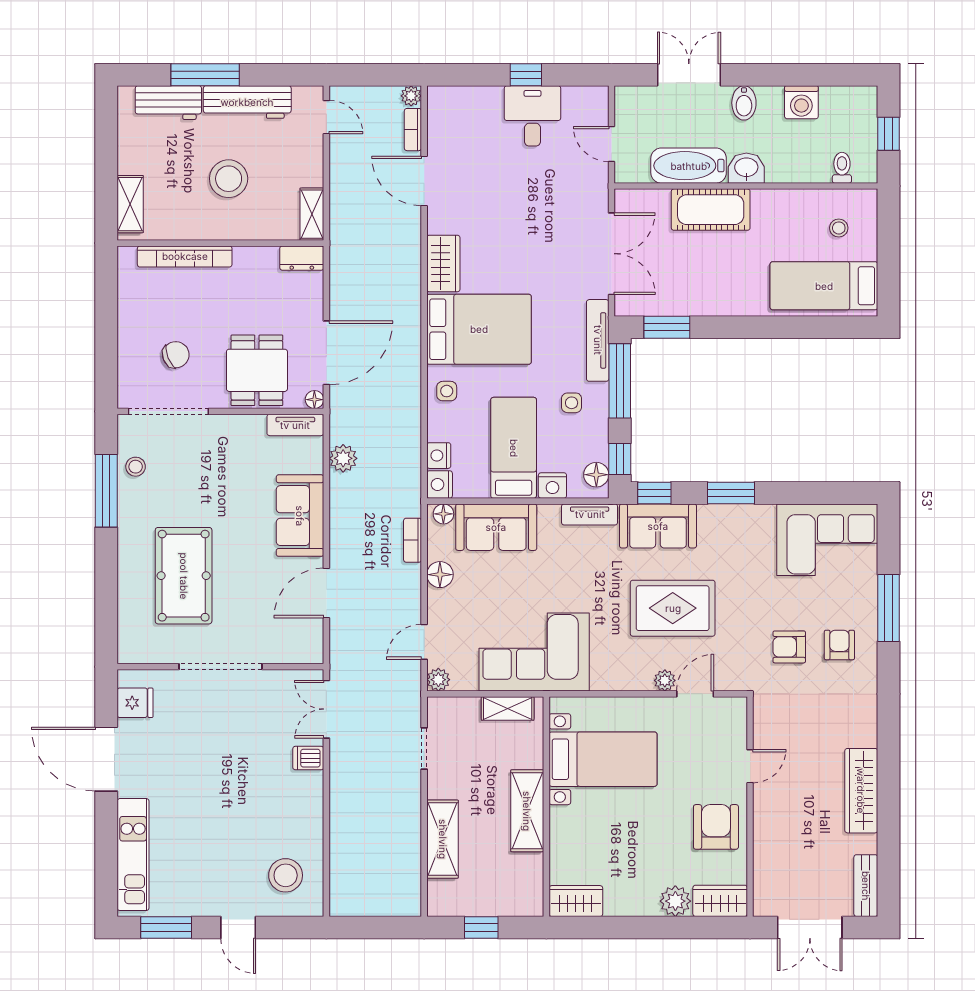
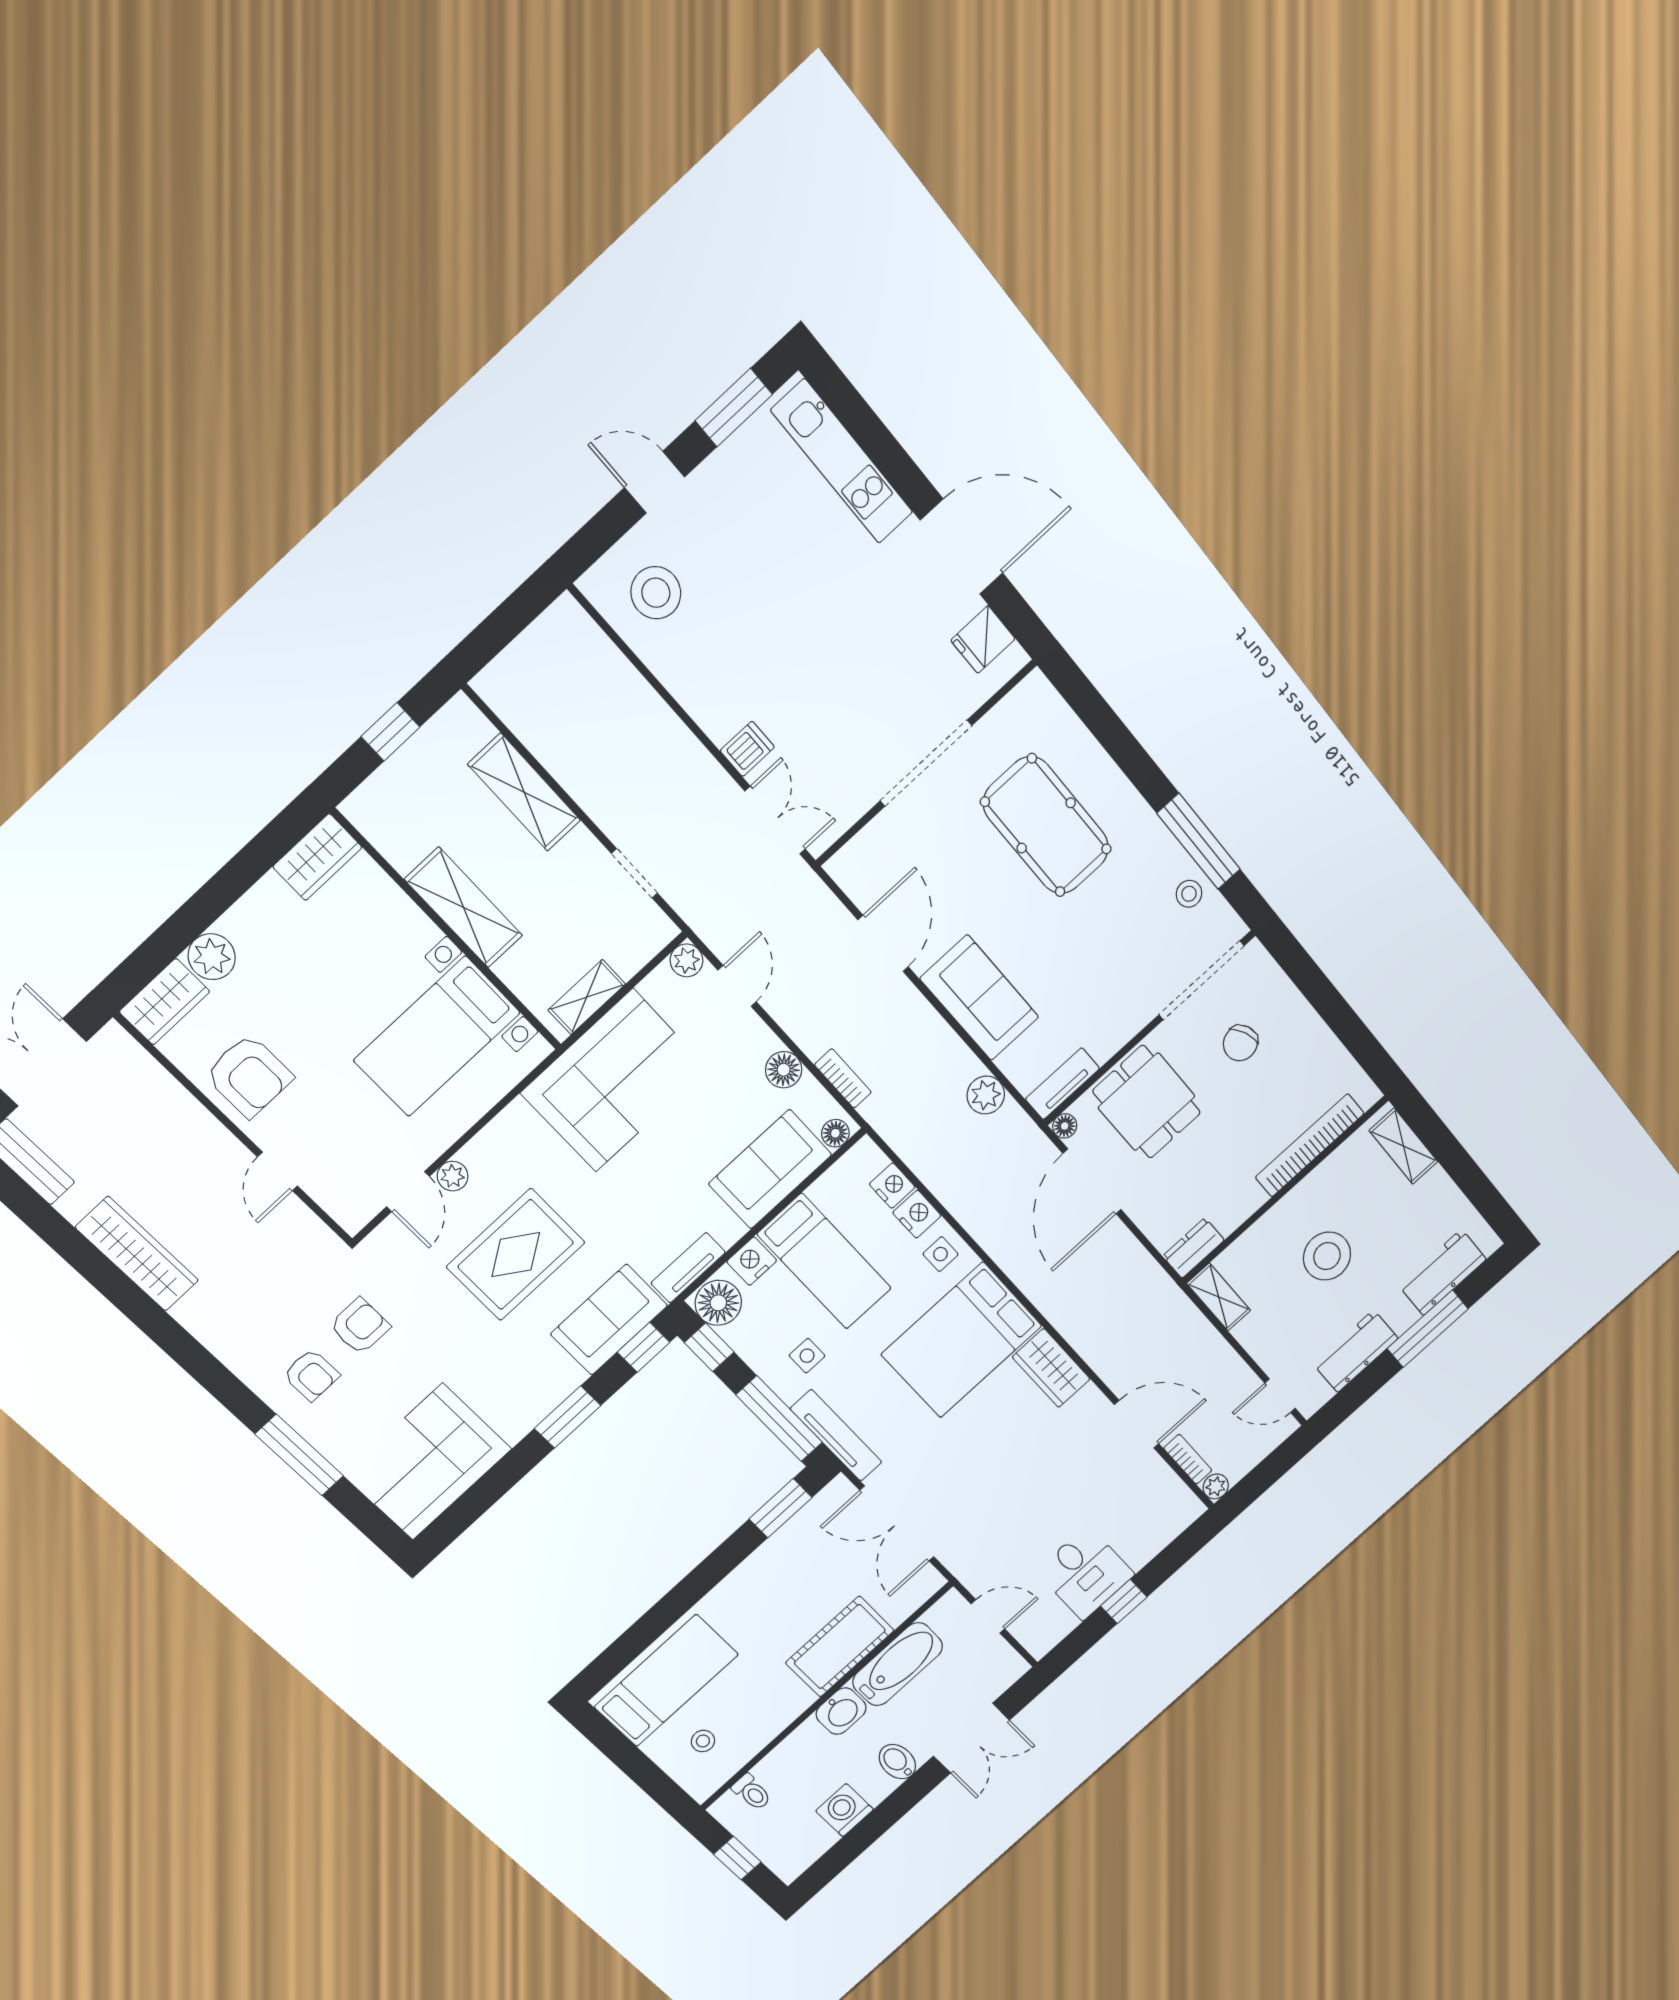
workbench: (247, 102) -> (1356, 1351), width x0.73
floor lamp: (596, 475) -> (718, 1303), width x1.38, depth x1.38
nightstand: (440, 485) -> (917, 1214), moved

